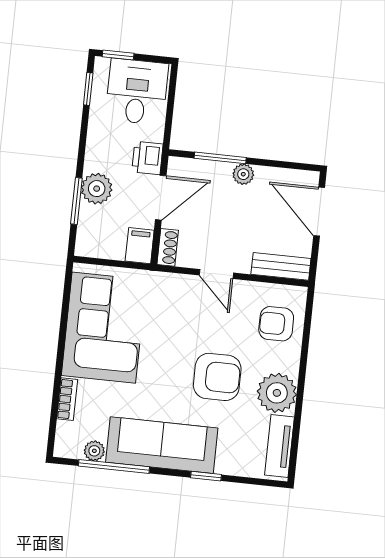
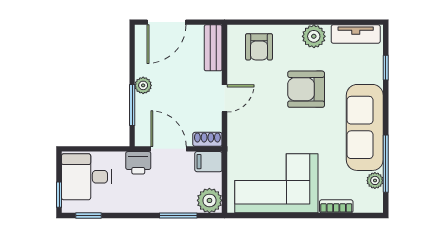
plant: (97, 189) -> (209, 200), moved
armchair: (217, 377) -> (306, 89), turned -90
plant: (277, 393) -> (314, 36), width x0.73, depth x0.73
window: (206, 476) -> (386, 68), moved

